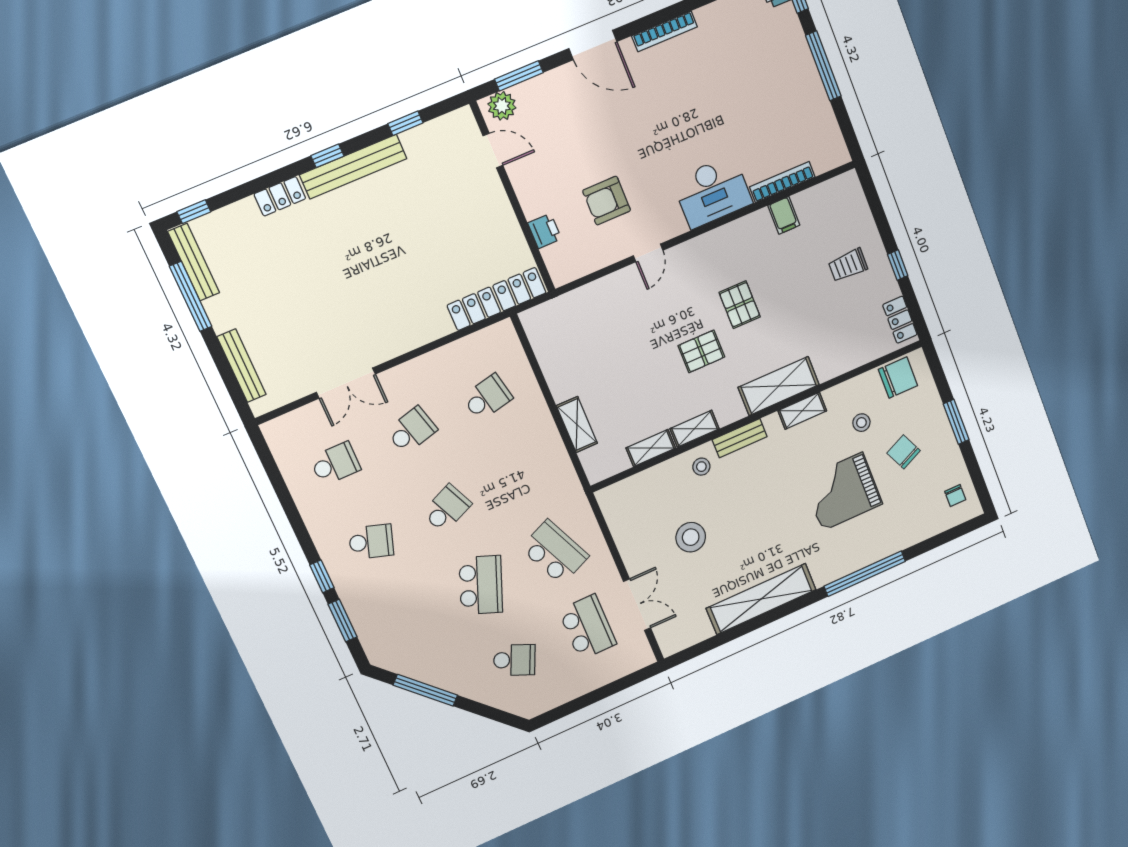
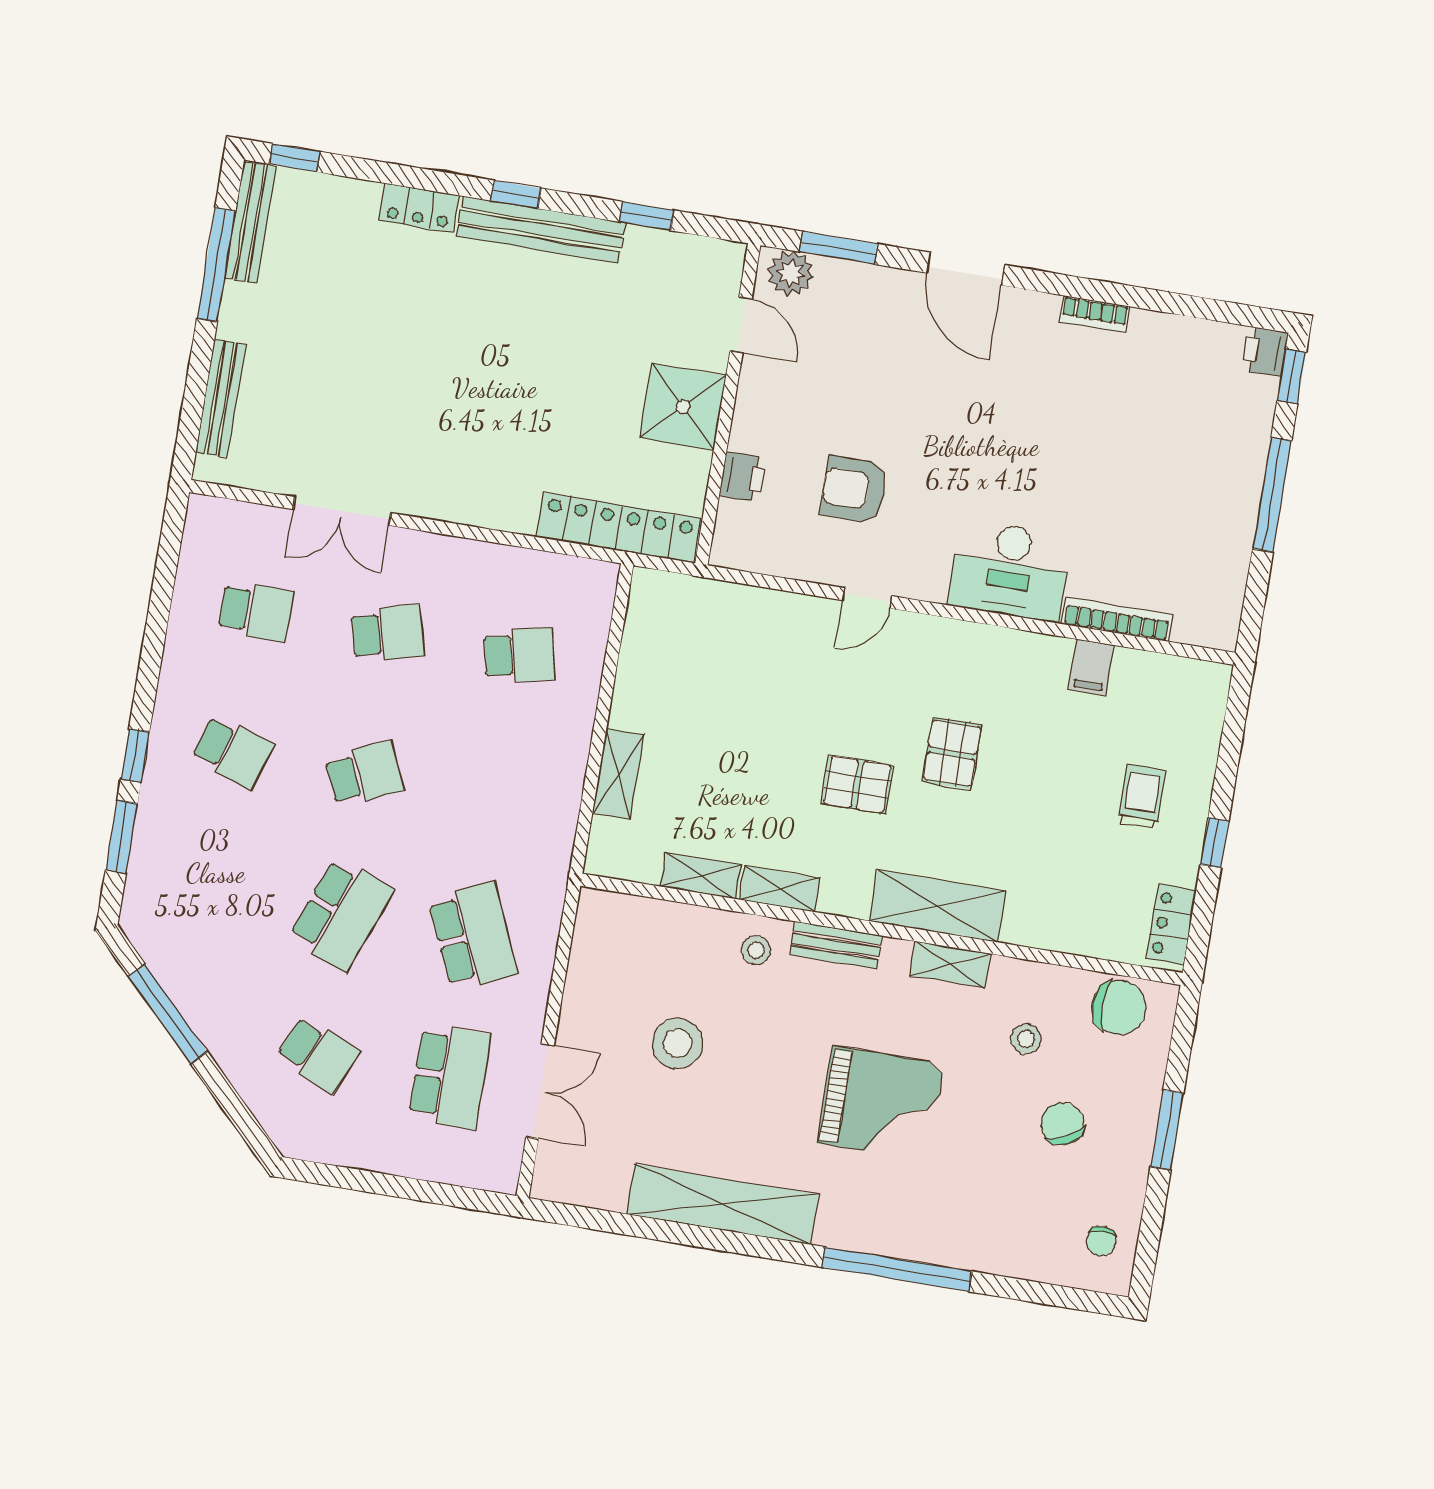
bookcase: (665, 31) -> (1095, 314), width x0.64
shower: (490, 214) -> (683, 407), added
trolley: (848, 265) -> (1142, 797), turned 90
grand piano: (842, 491) -> (881, 1104), moved, turned 180

